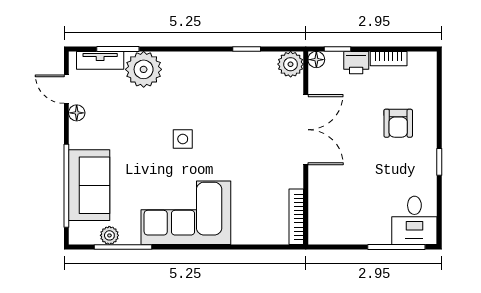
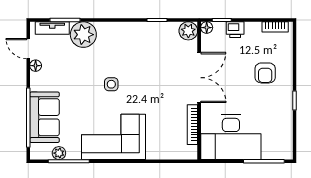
bookcase: (389, 59) -> (275, 27), moved
bookcase: (296, 217) -> (192, 125), moved
desk: (414, 220) -> (231, 137), moved, width x1.87, depth x1.30

